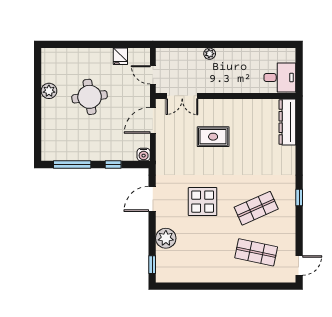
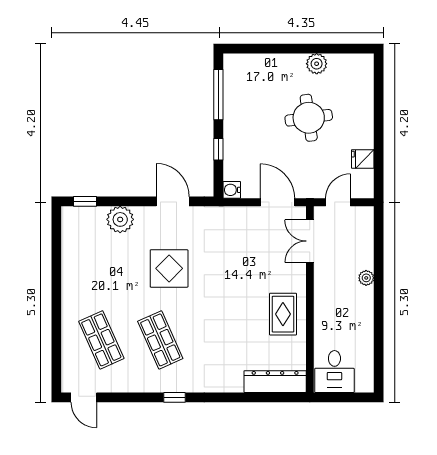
rug: (213, 137) -> (283, 314), moved
shop shelf: (256, 252) -> (101, 340), turned -36

